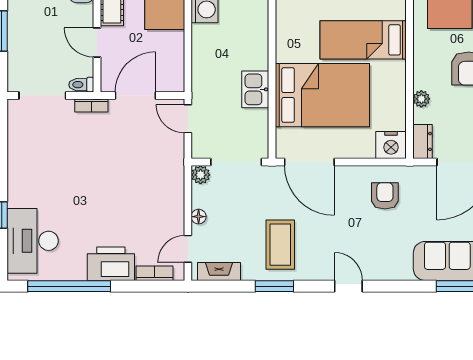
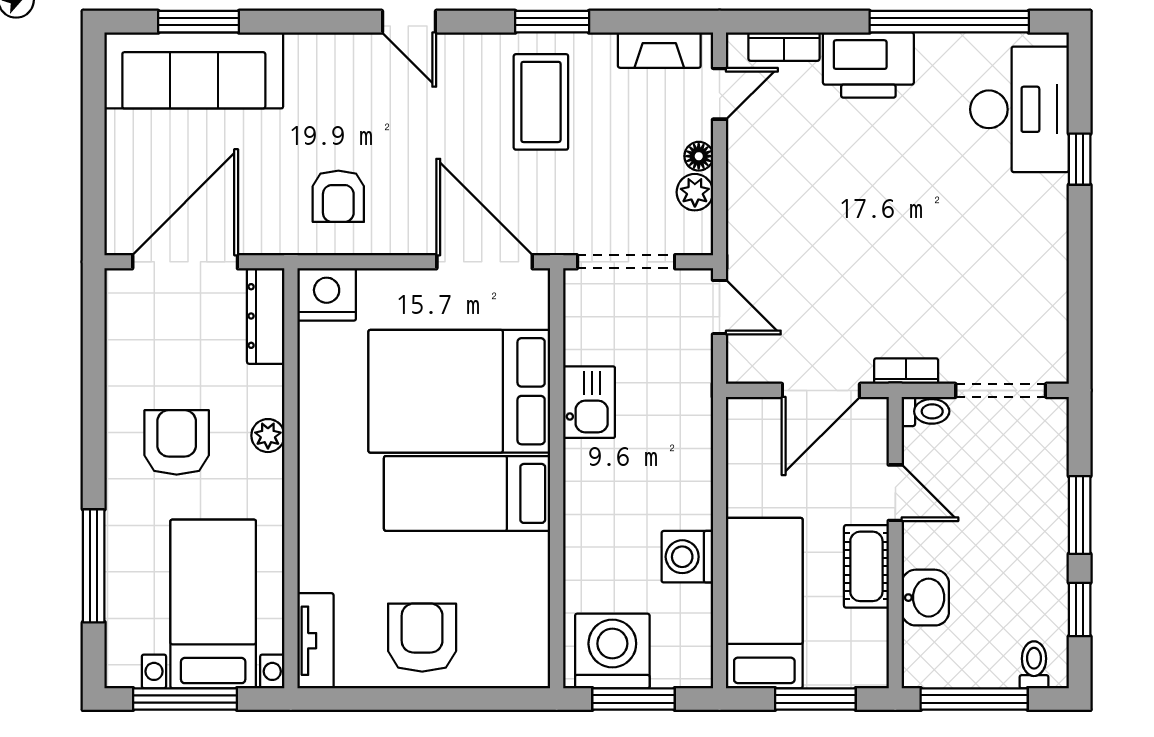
bed: (363, 40) -> (467, 493), moved, turned 180
plant: (421, 99) -> (268, 436), moved
door: (188, 119) -> (720, 307), moved
dresser: (422, 141) -> (266, 316), width x1.44
plant: (201, 175) -> (695, 192), moved

